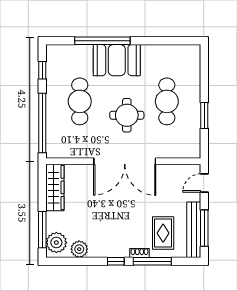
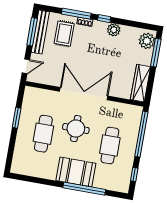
plant: (79, 249) -> (114, 30), moved

